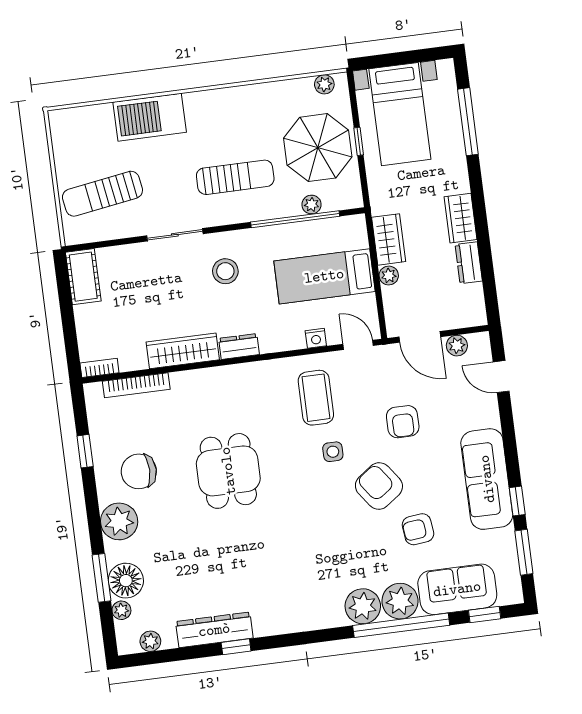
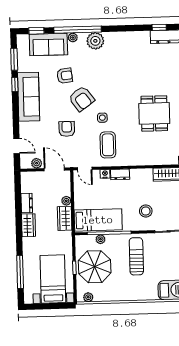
sun lounger: (235, 177) -> (136, 256), turned 90
bed: (324, 276) -> (98, 220), moved
dresser: (239, 346) -> (120, 174), moved
plant: (400, 601) -> (73, 38), width x0.53, depth x0.53

